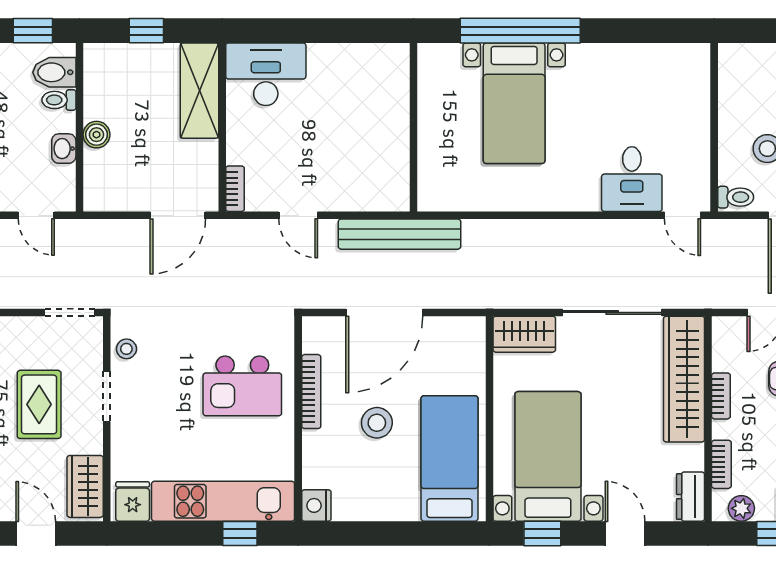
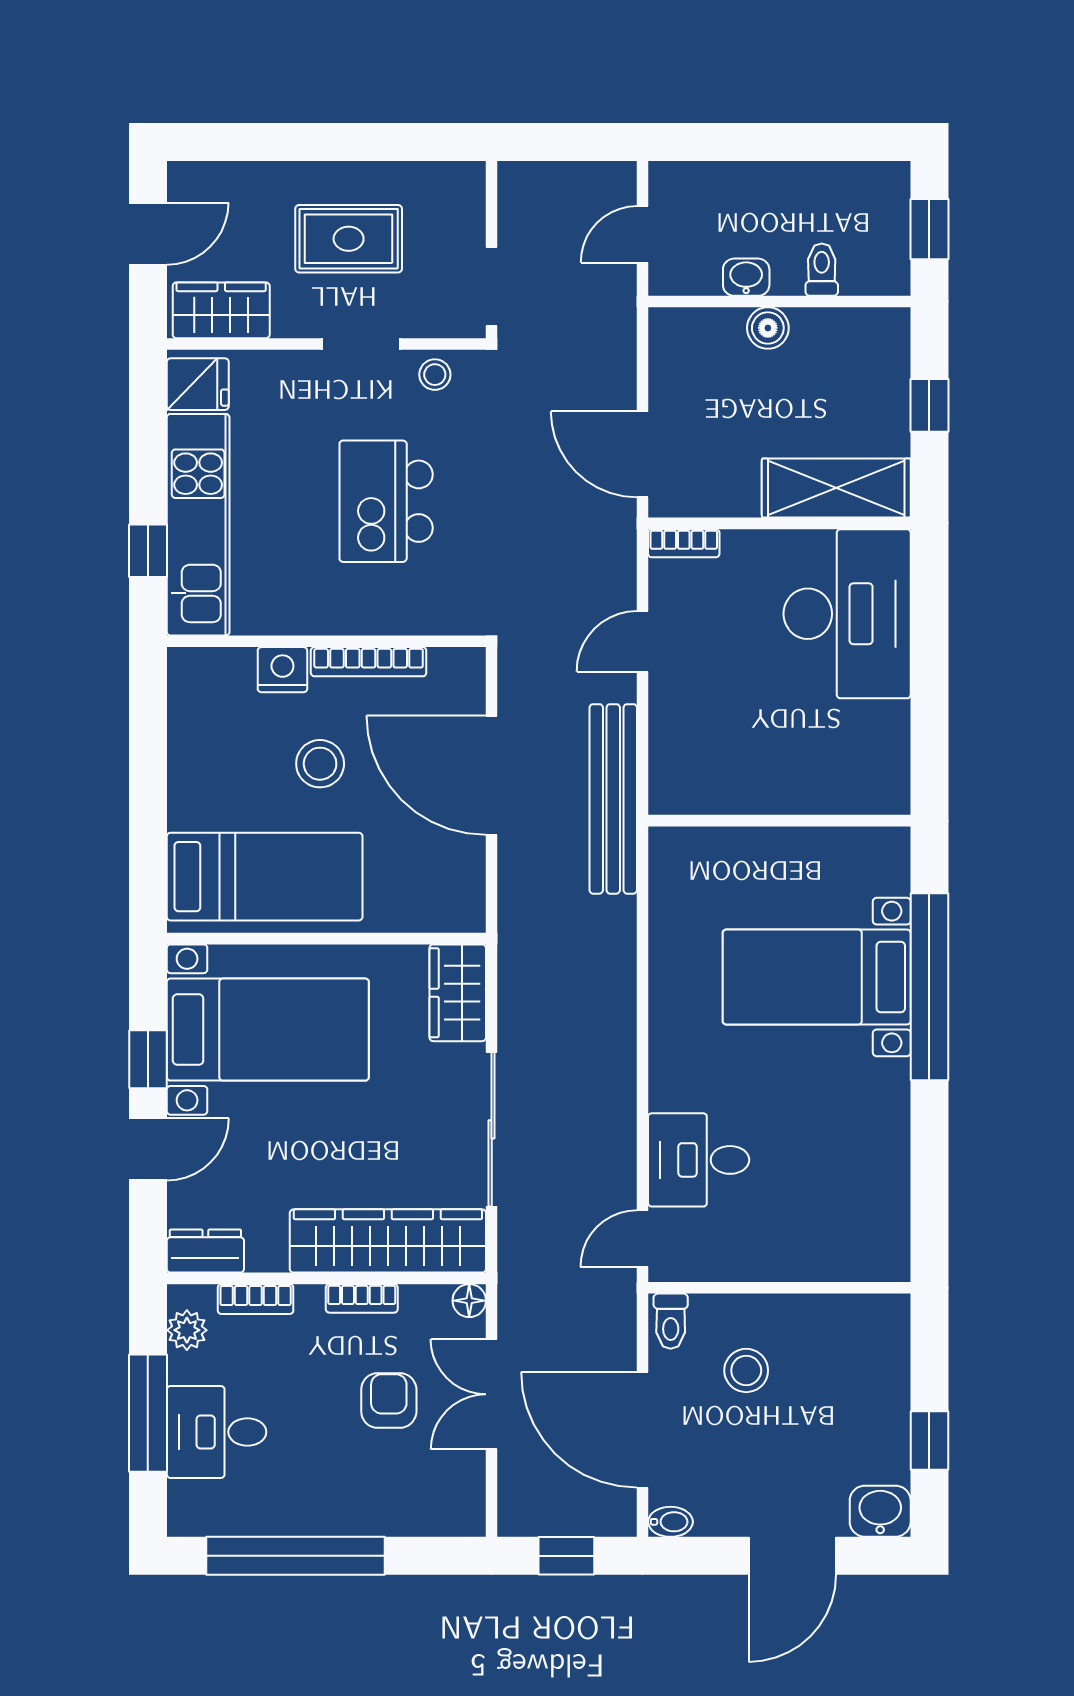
bidet: (54, 72) -> (865, 263), removed
desk: (266, 74) -> (847, 614), width x1.36, depth x1.30
floor lamp: (722, 327) -> (469, 1301), added
kitchen island: (242, 386) -> (386, 501), moved
nightstand: (316, 505) -> (282, 670), moved
window: (542, 534) -> (148, 1059), moved

